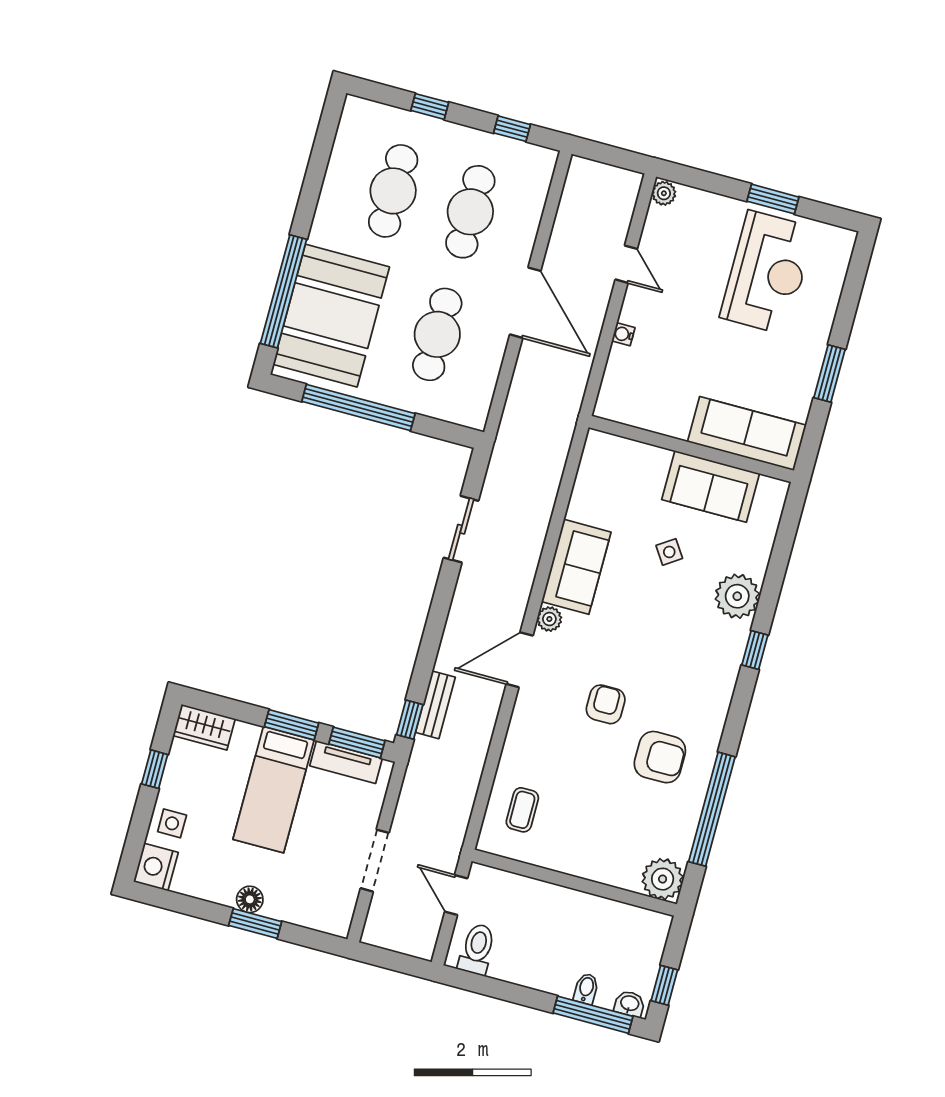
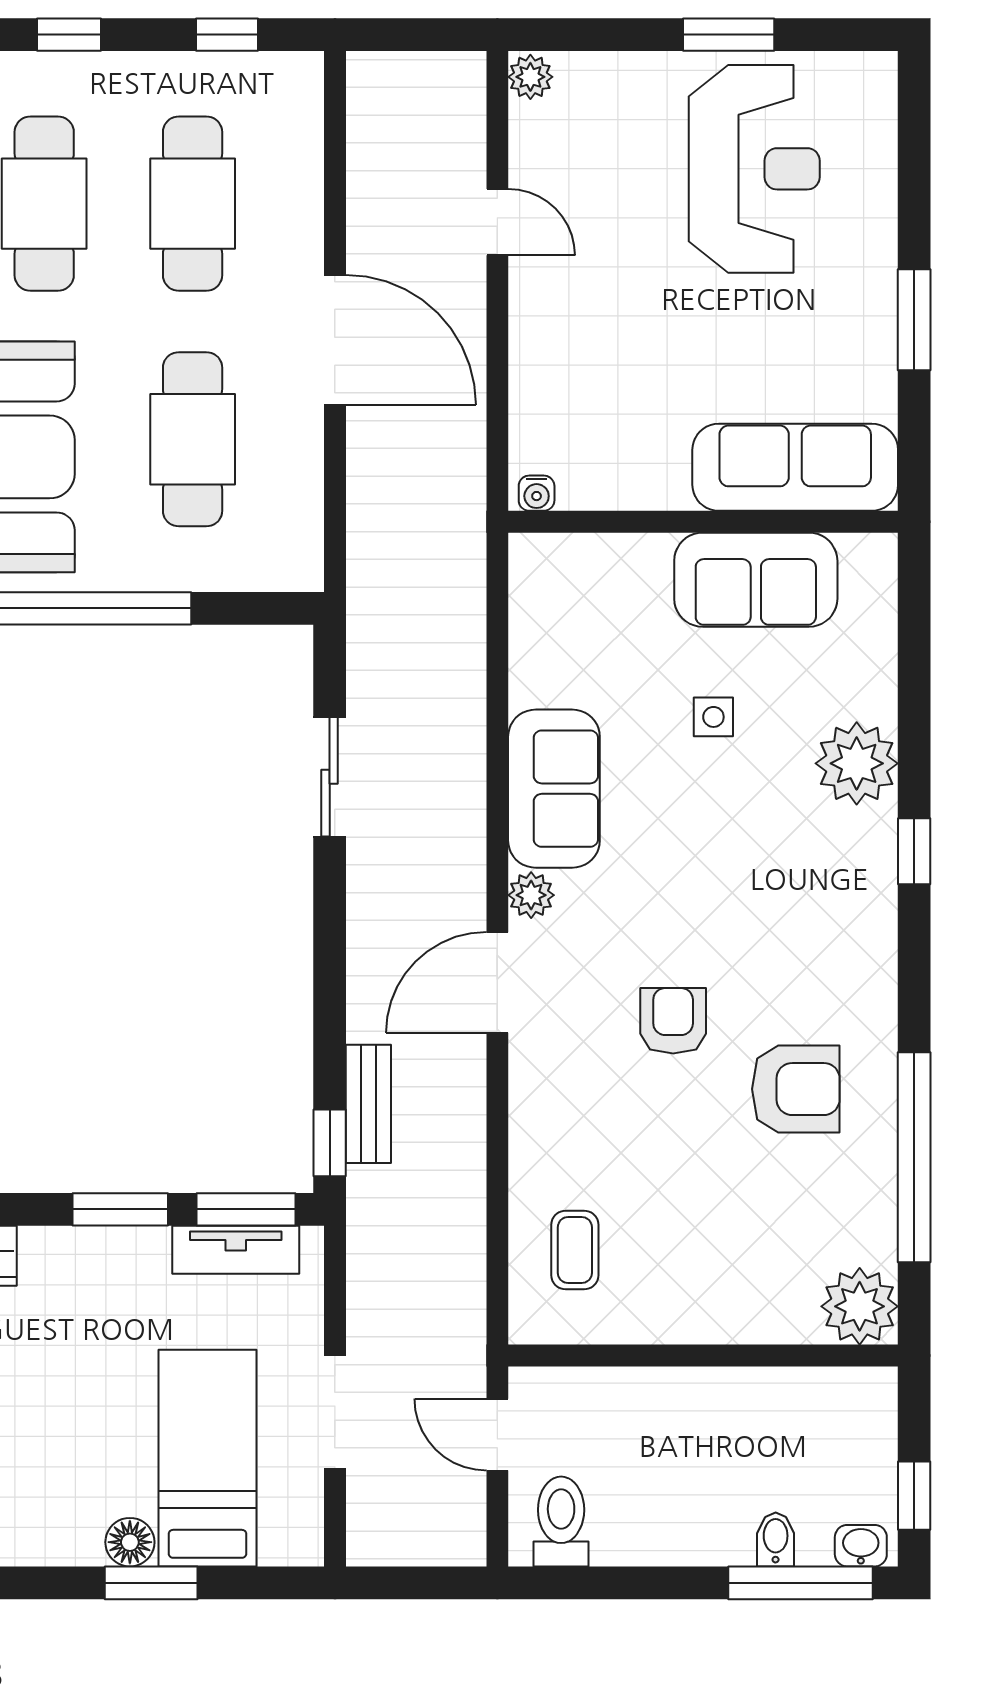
water cooler: (623, 334) -> (537, 493), moved, turned -90
side table: (669, 552) -> (713, 717), turned 34
bed: (274, 790) -> (207, 1458), moved, turned 180

